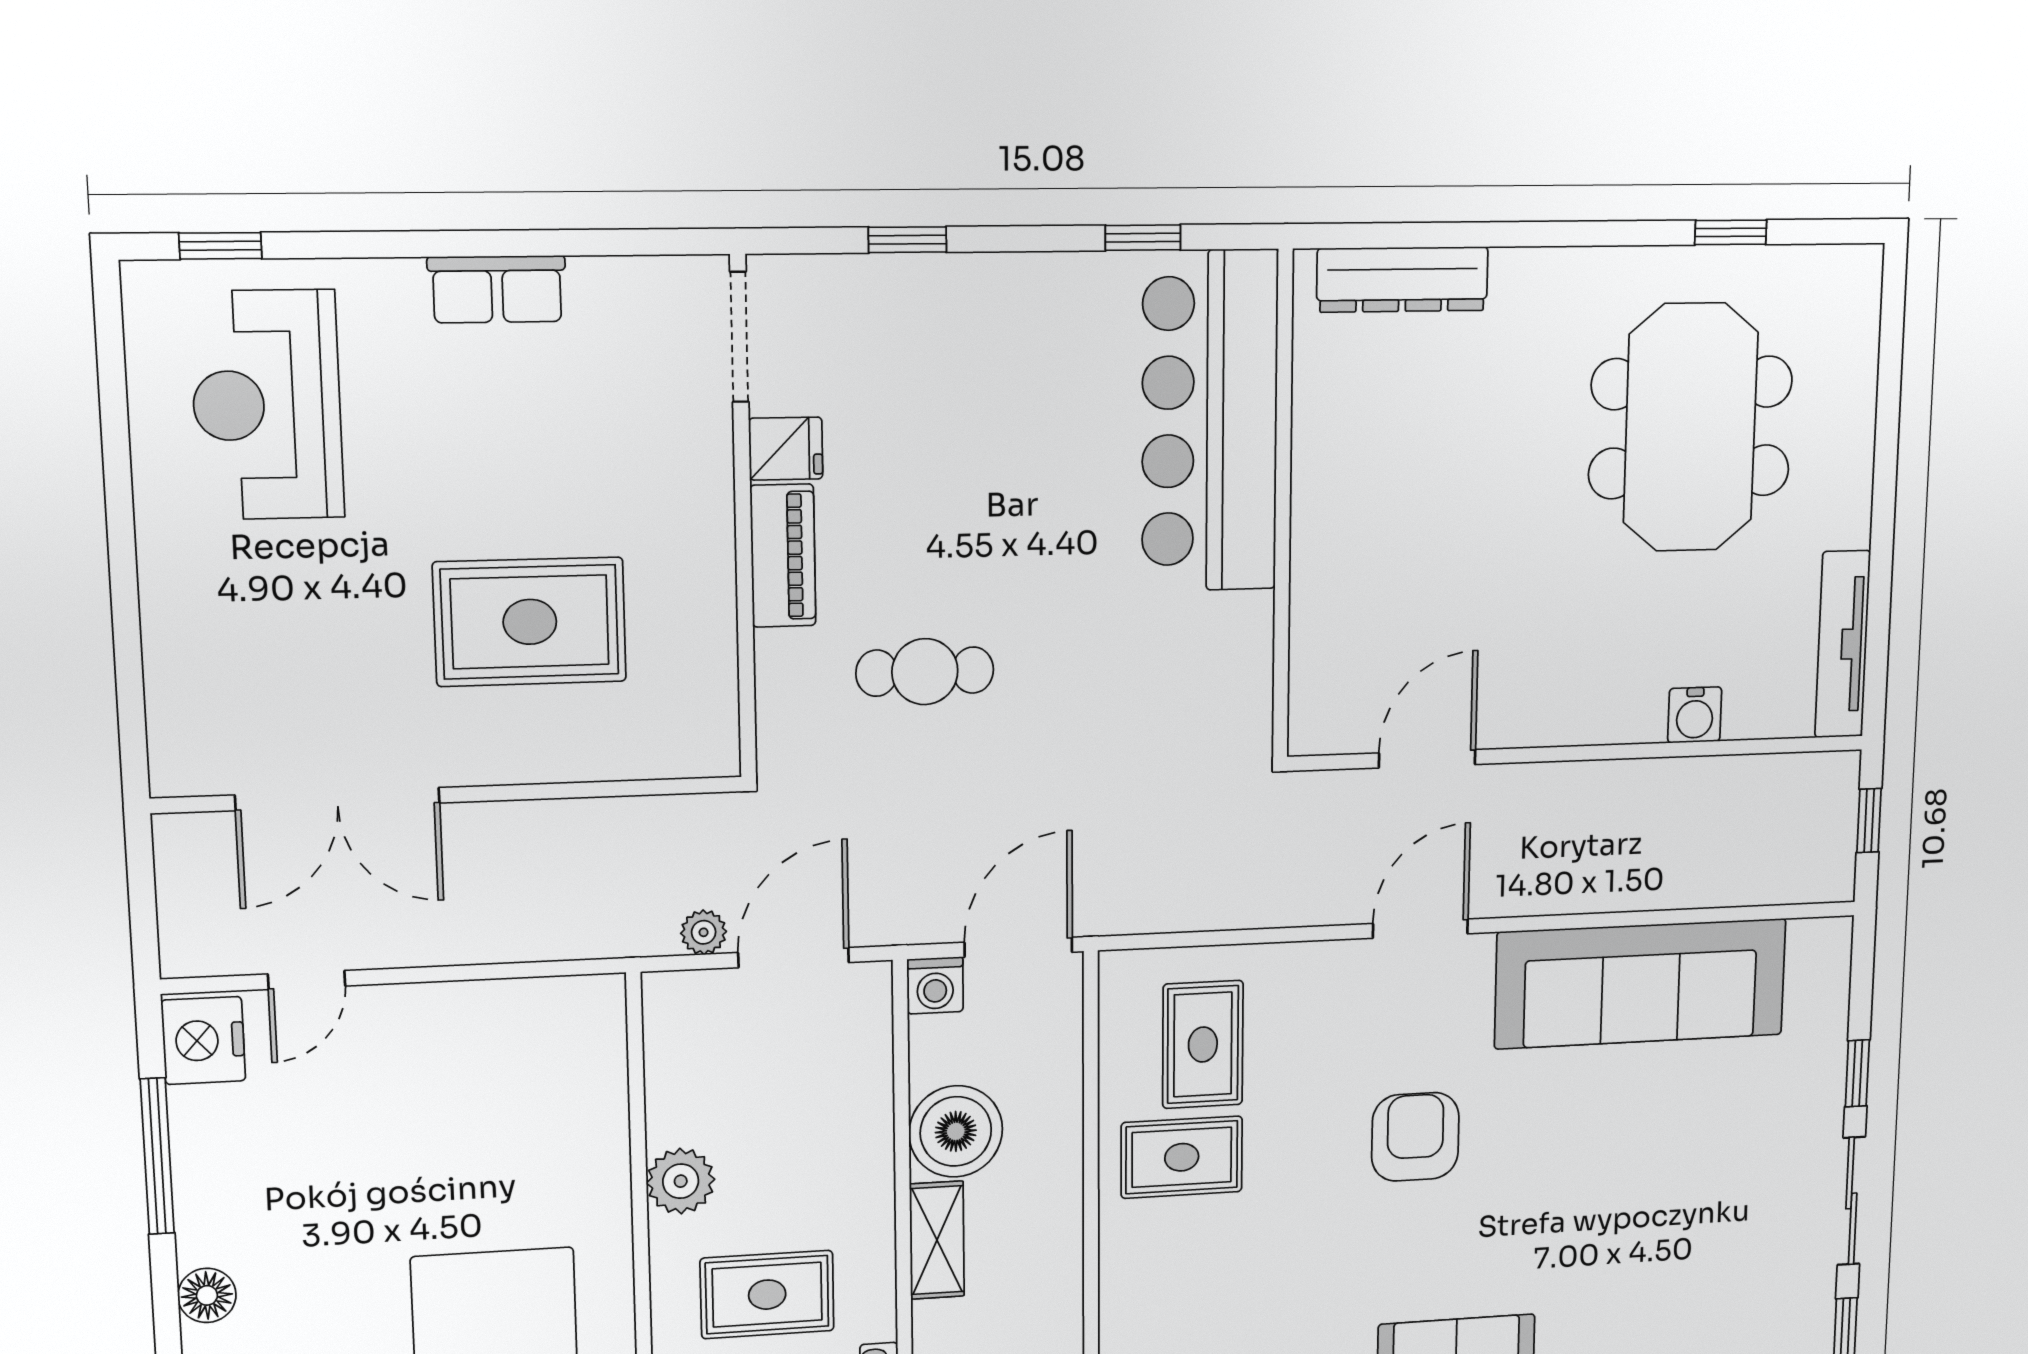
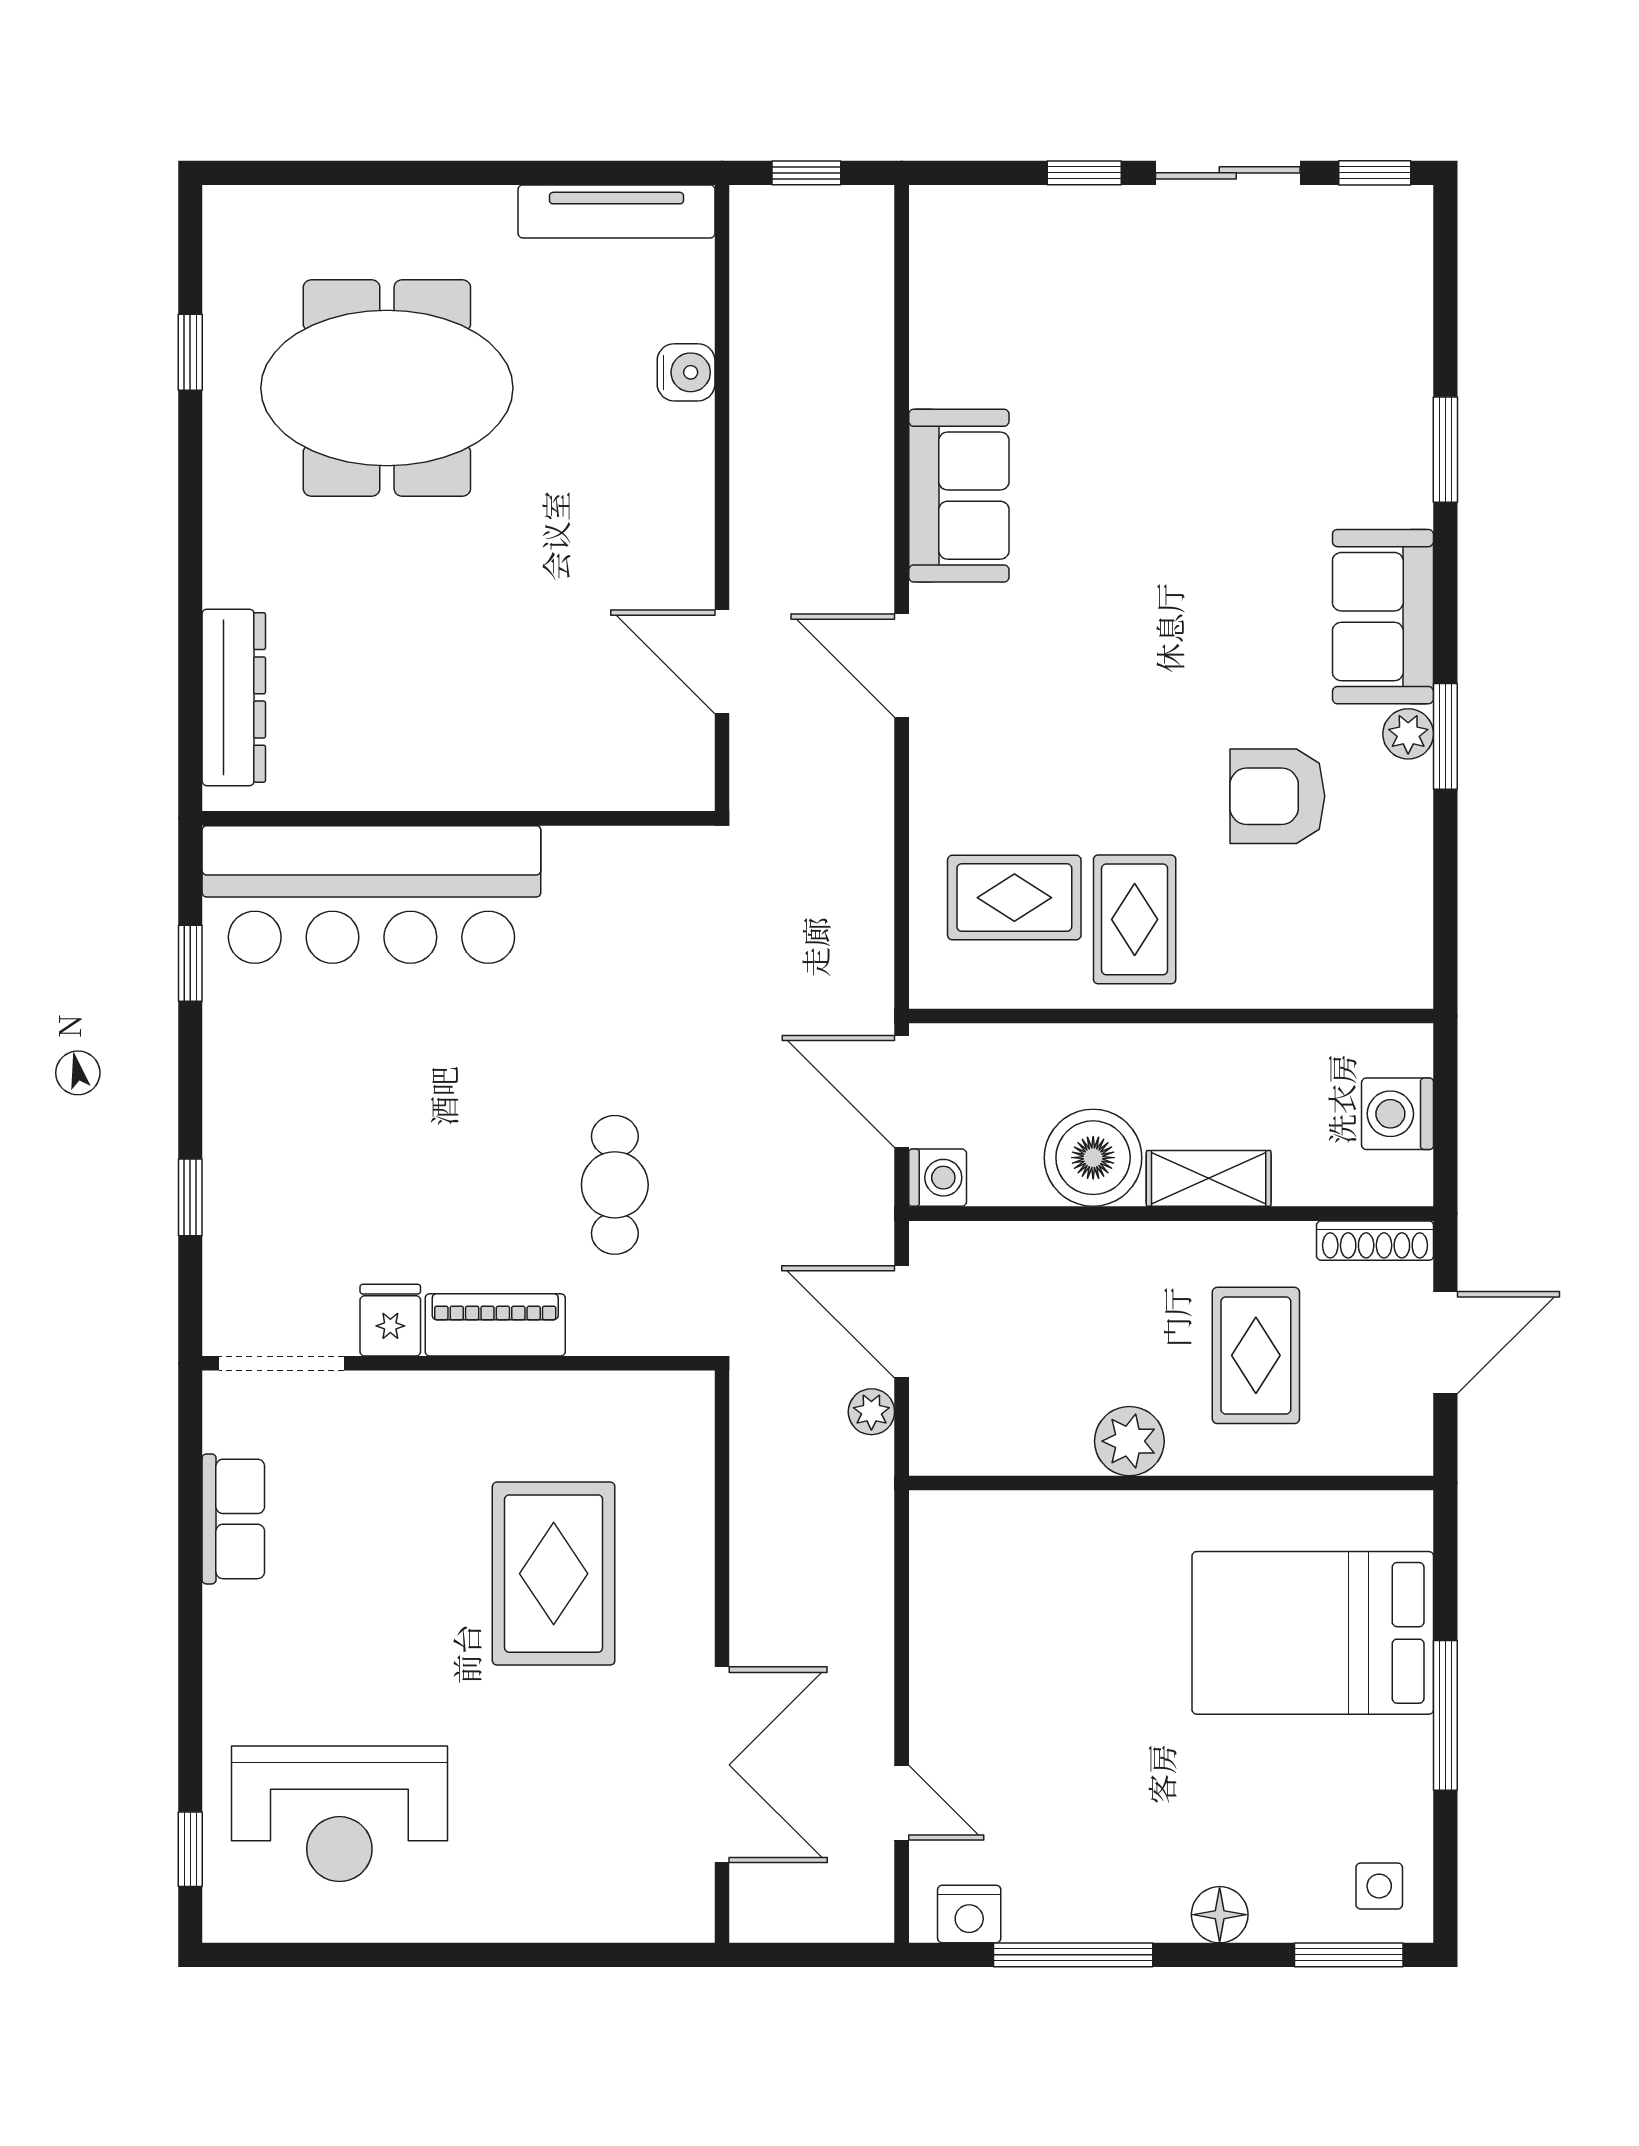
row of seats: (497, 289) -> (233, 1519), moved
sofa: (1641, 984) -> (959, 496), width x0.54, depth x0.79
nightstand: (203, 1041) -> (969, 1914), width x0.74, depth x0.75
armchair: (1415, 1137) -> (1277, 796), moved

